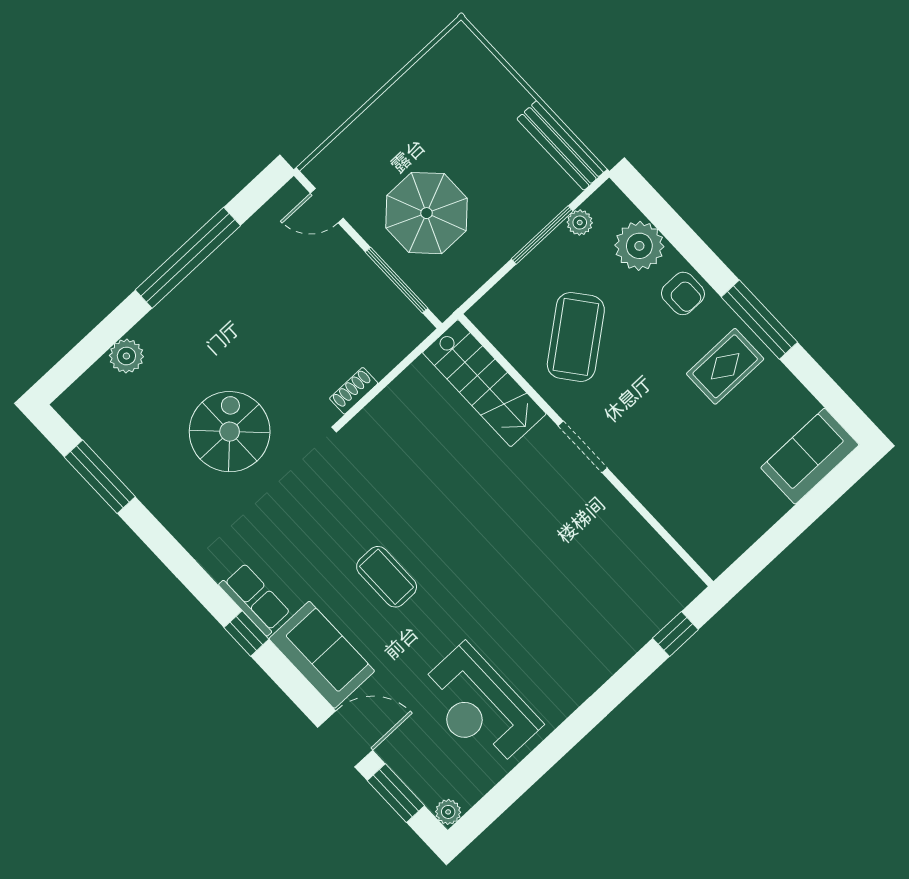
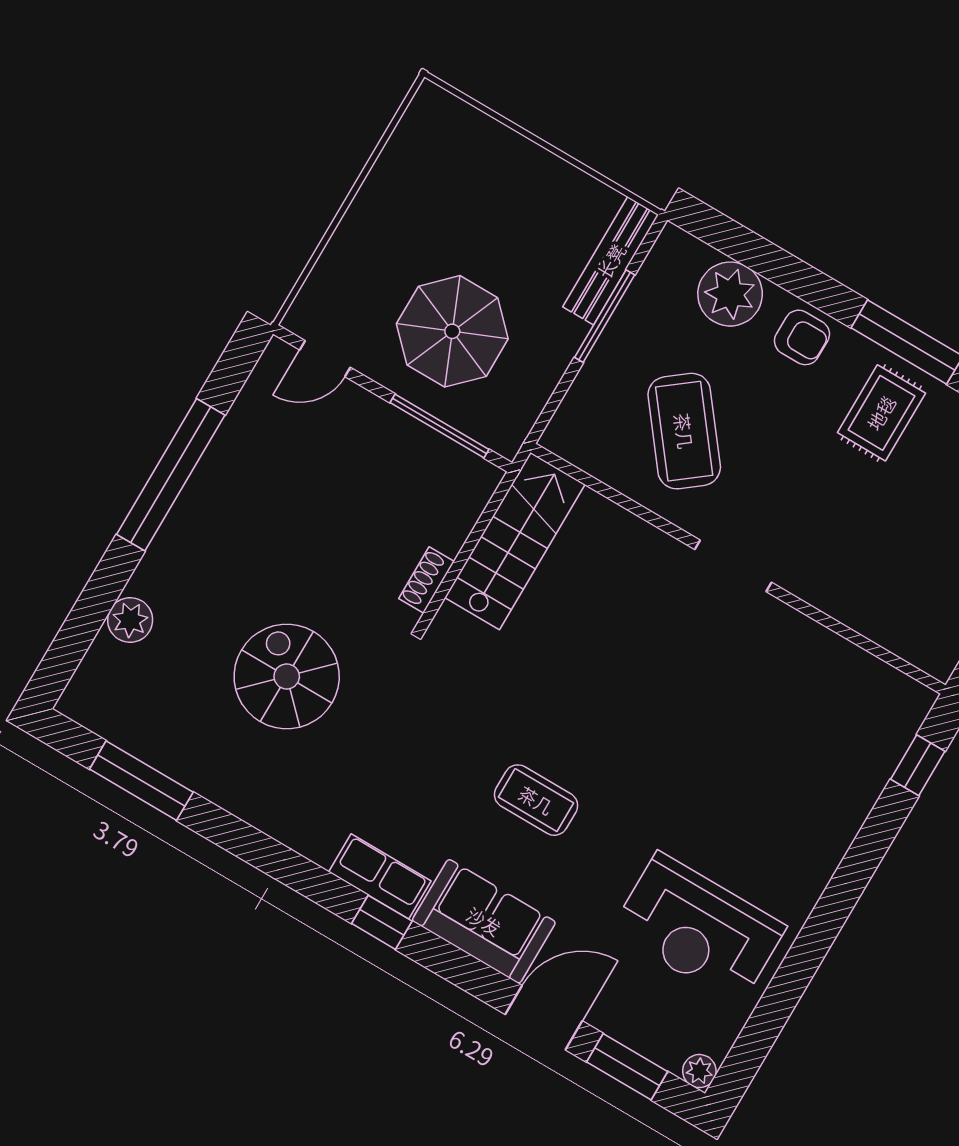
bench: (560, 145) -> (611, 261), moved, turned 90
plant: (580, 223) -> (647, 287), removed
stairs: (484, 383) -> (515, 541), moved, turned -90

